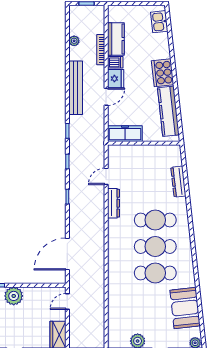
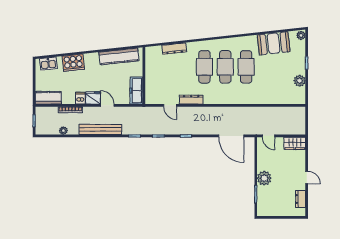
kitchen counter: (116, 39) -> (48, 98), moved
cooker: (163, 73) -> (73, 63), moved

